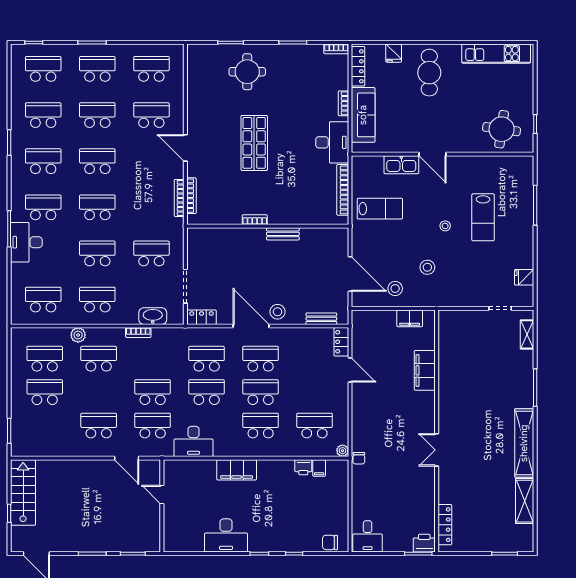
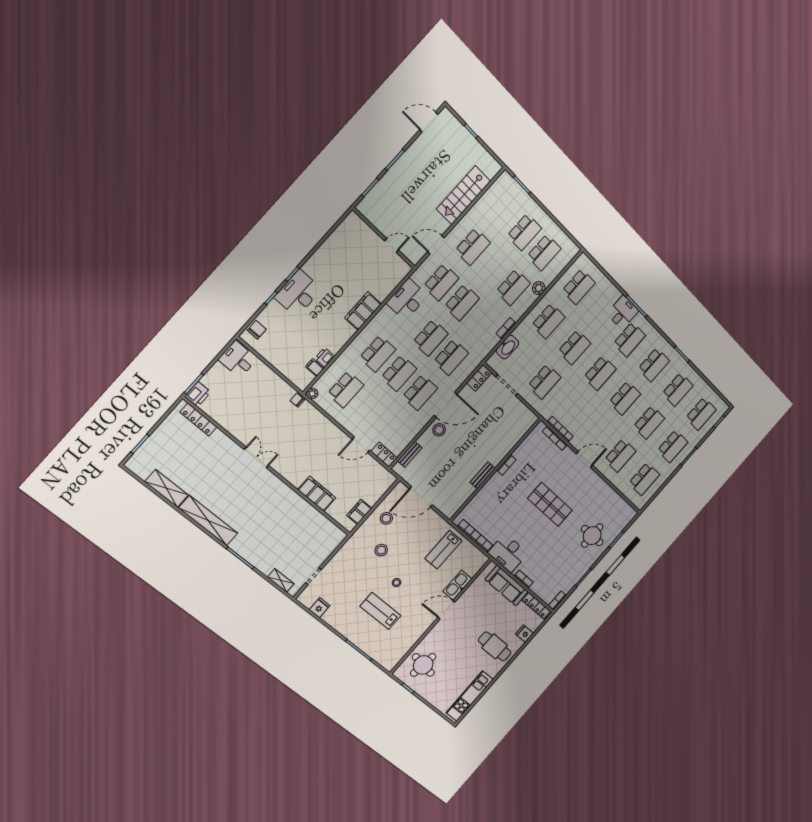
desk: (26, 242) -> (623, 312), width x0.73
stairs: (23, 493) -> (464, 195), moved, turned 90
desk: (226, 535) -> (298, 293), moved

